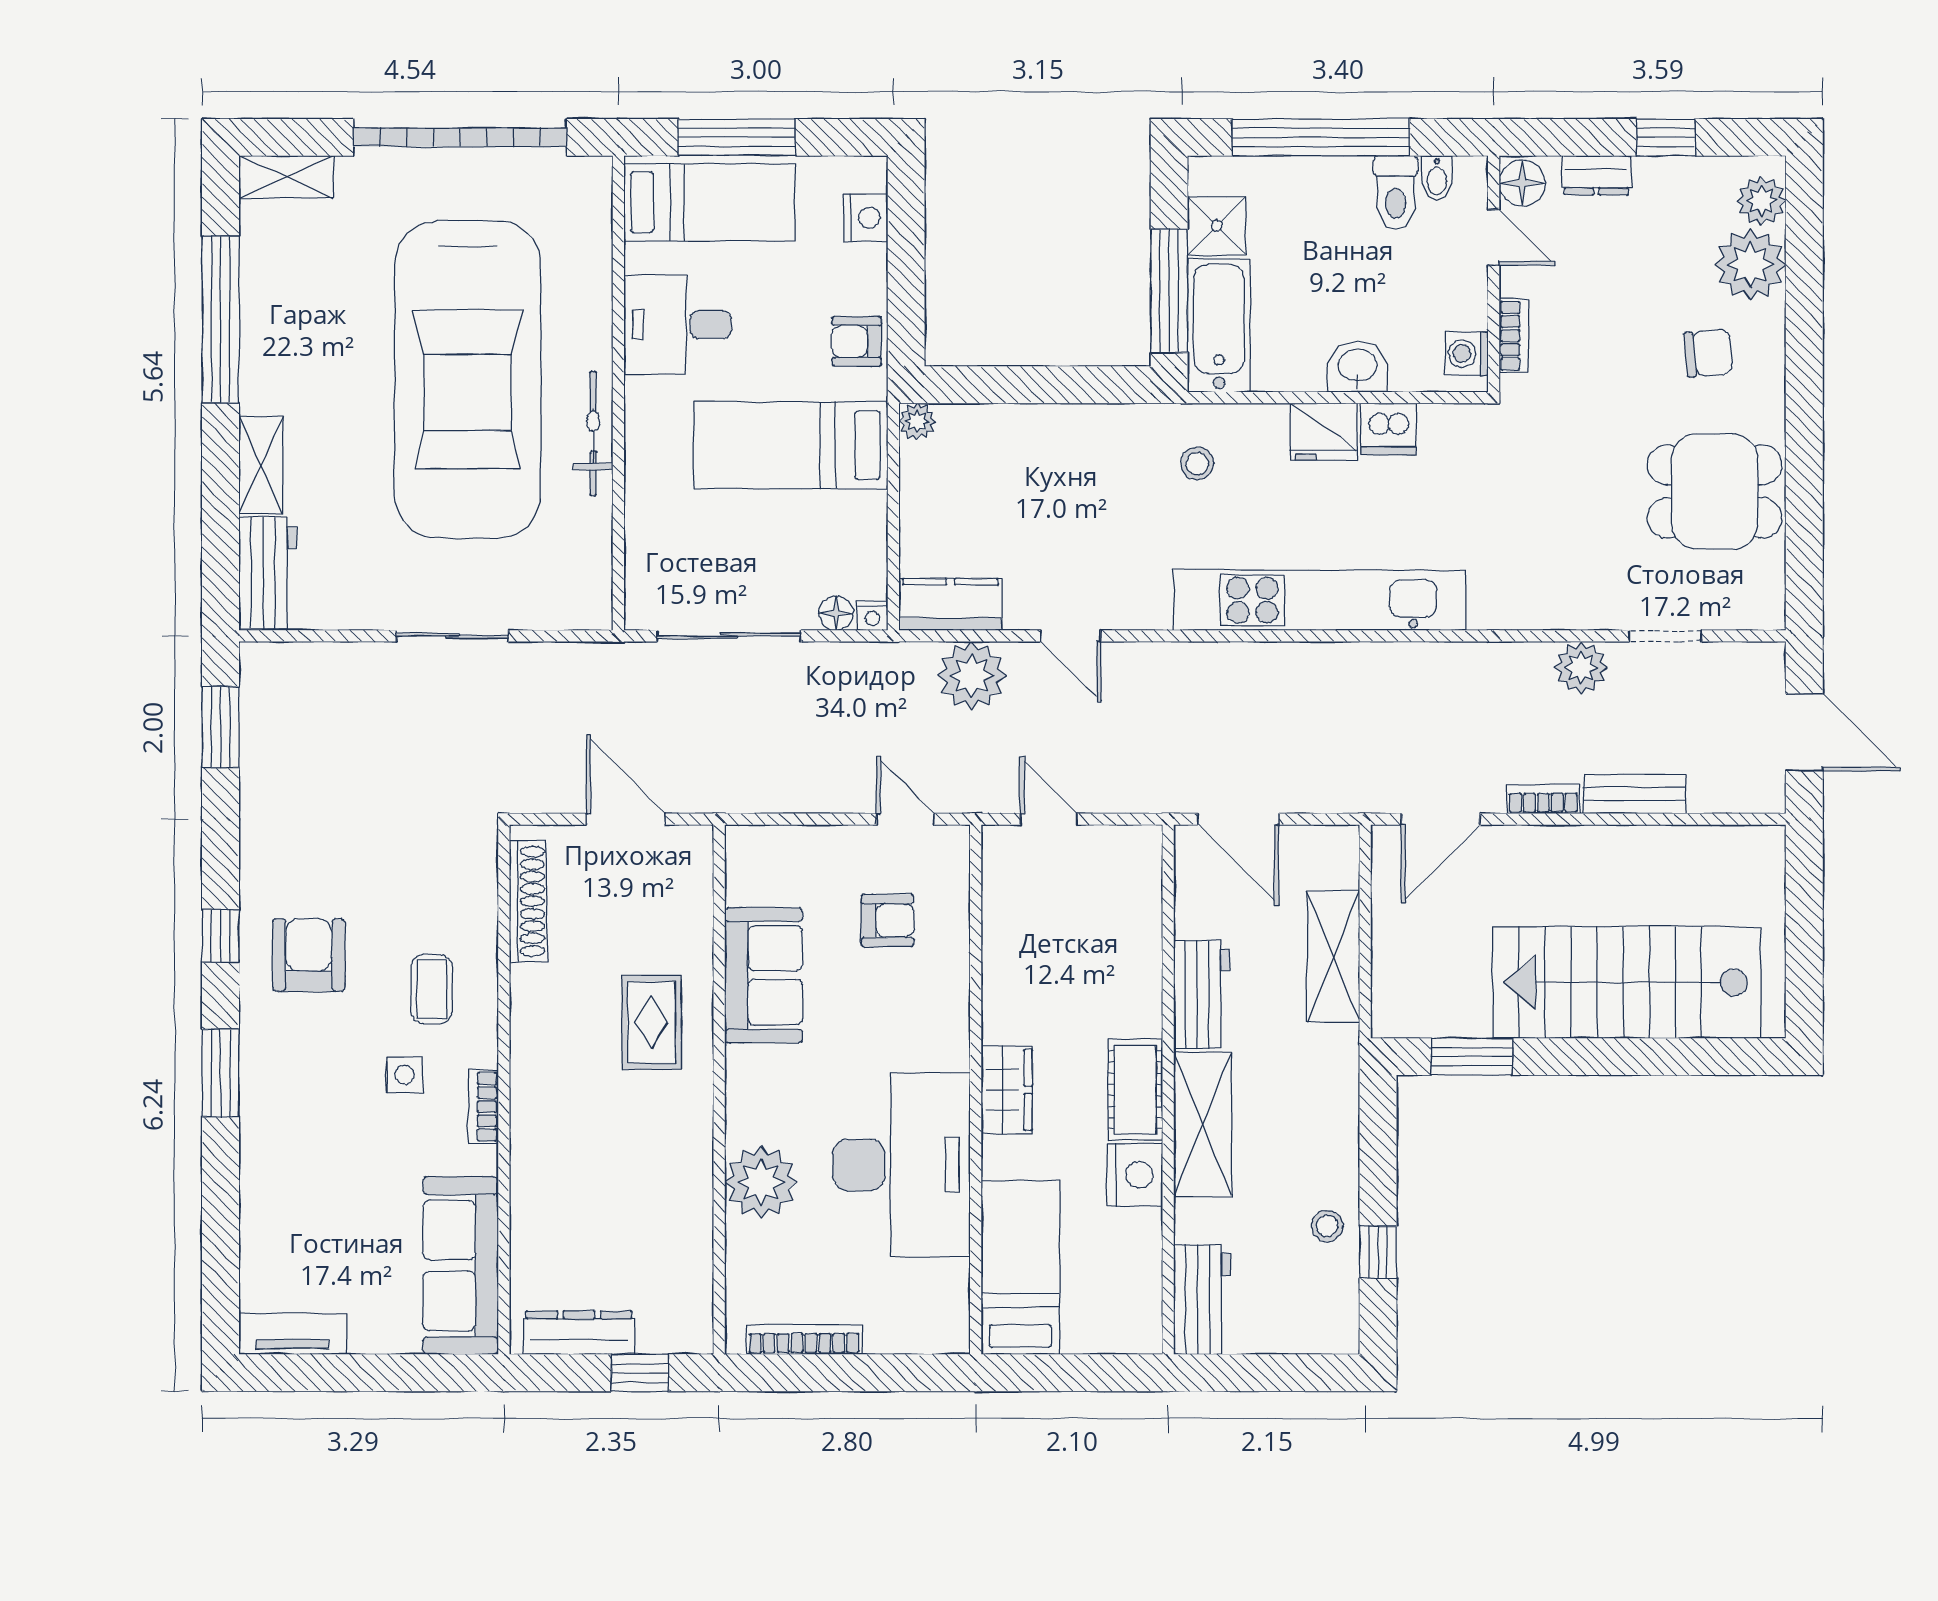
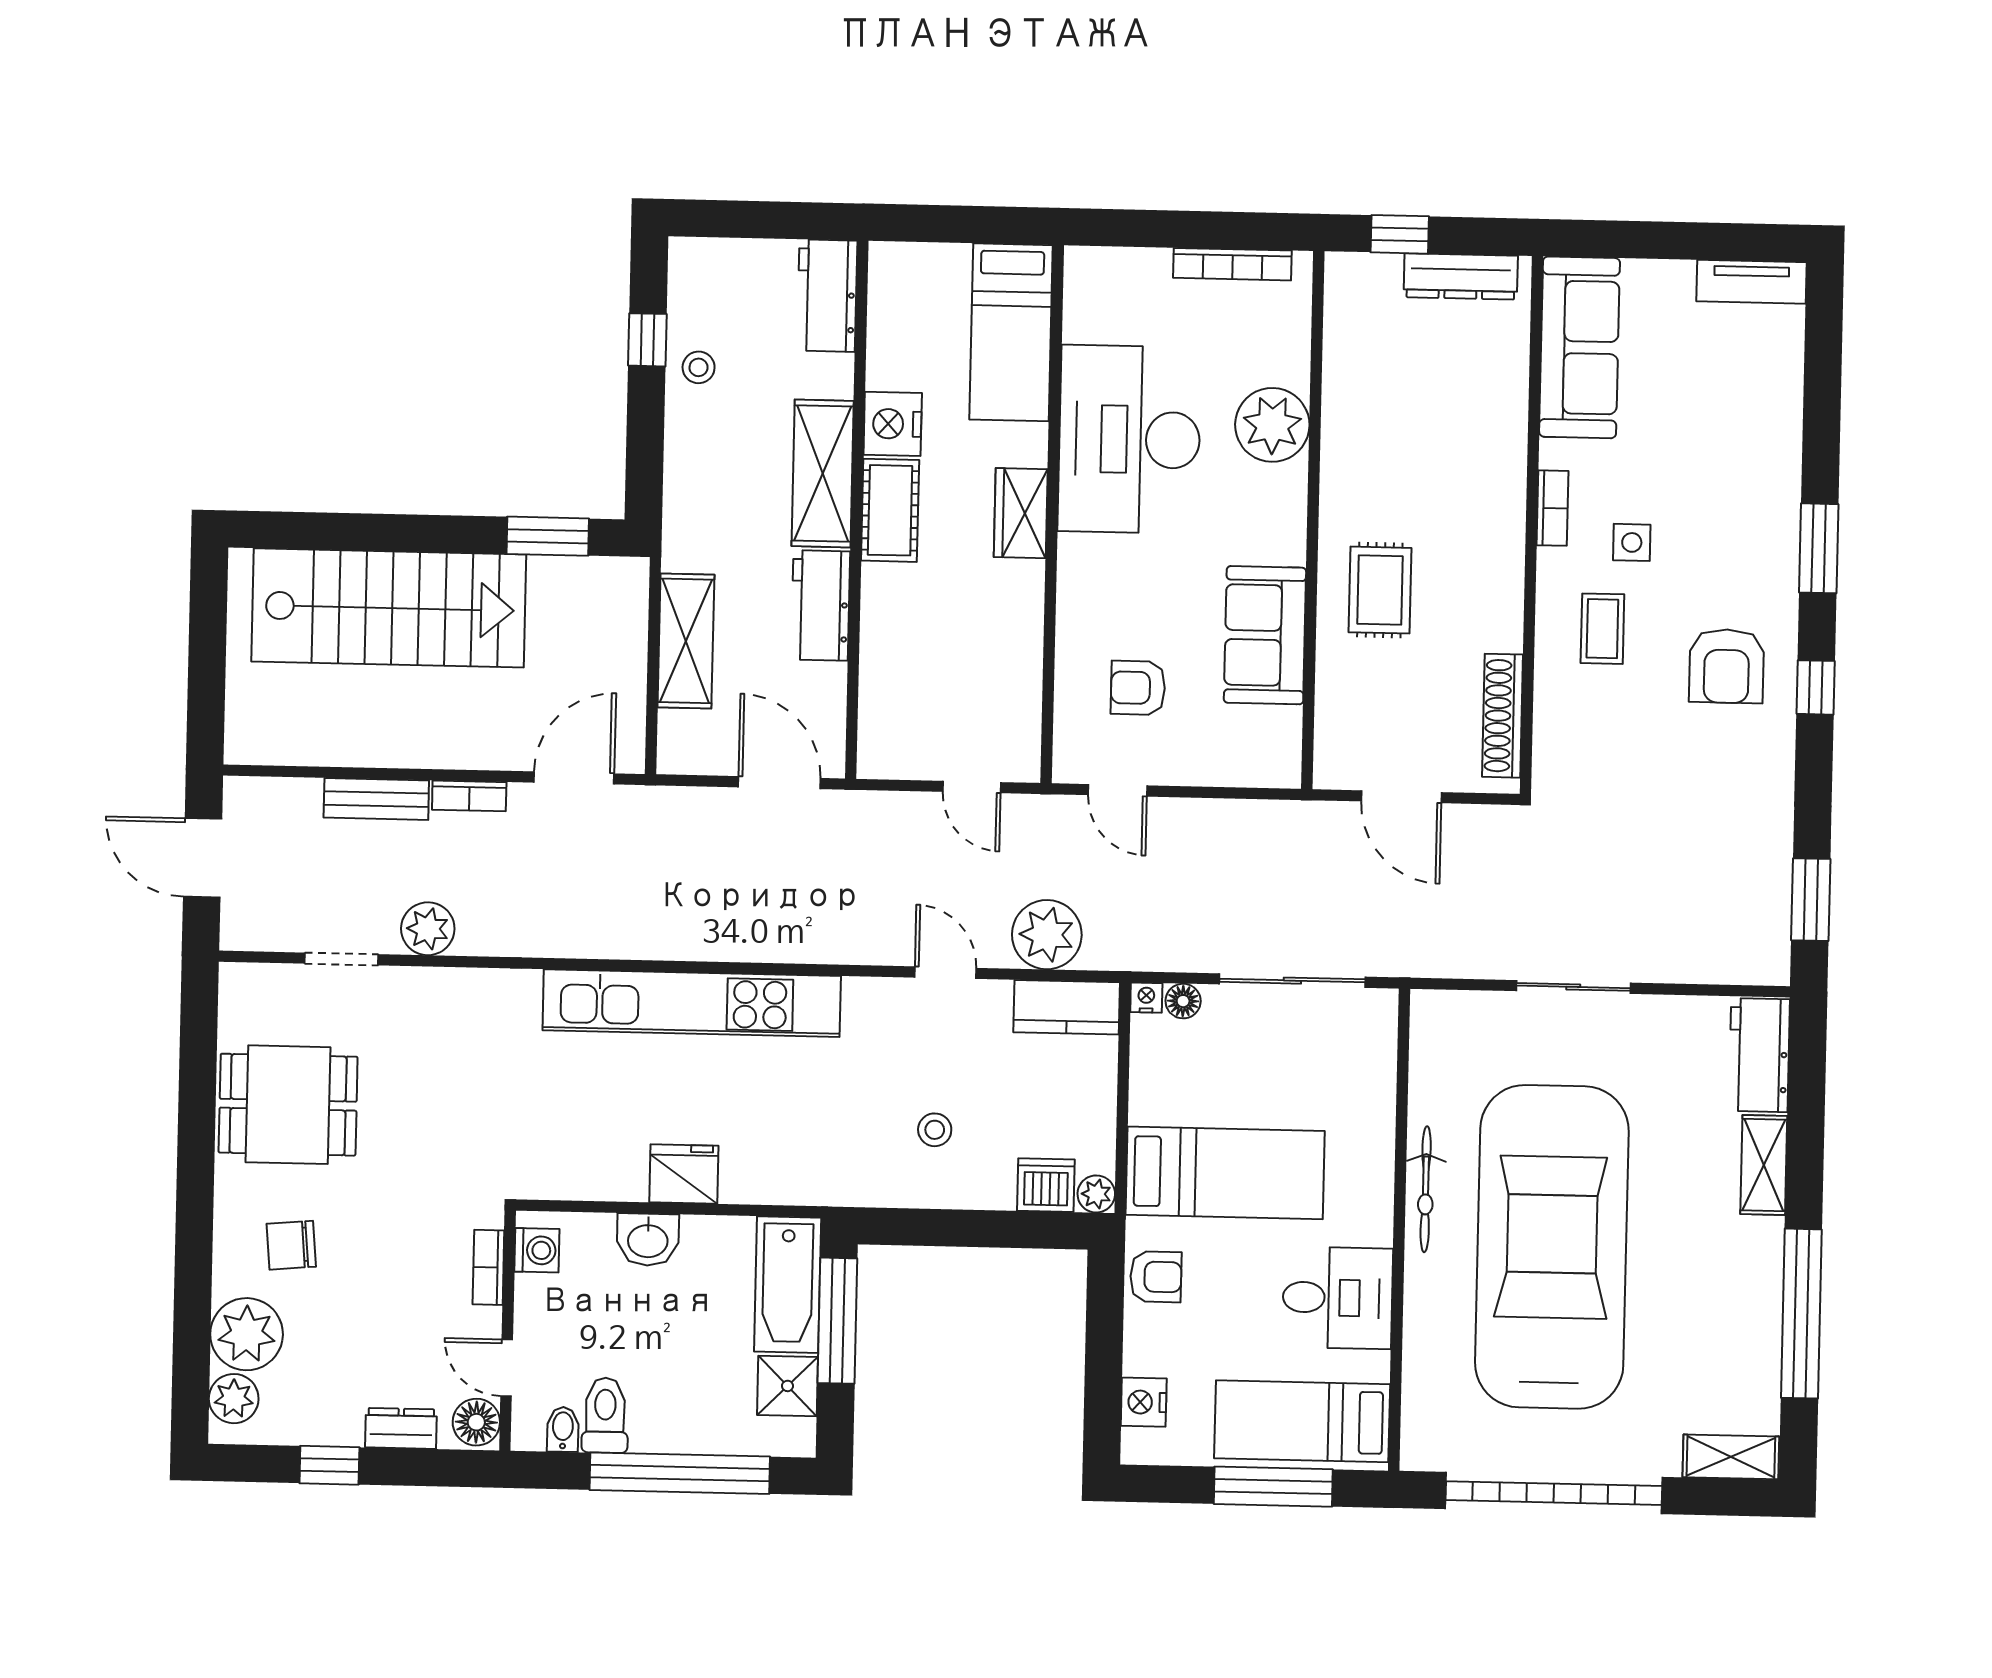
dishwasher: (1388, 429) -> (1046, 1185), moved
stool: (1197, 464) -> (935, 1130), moved

